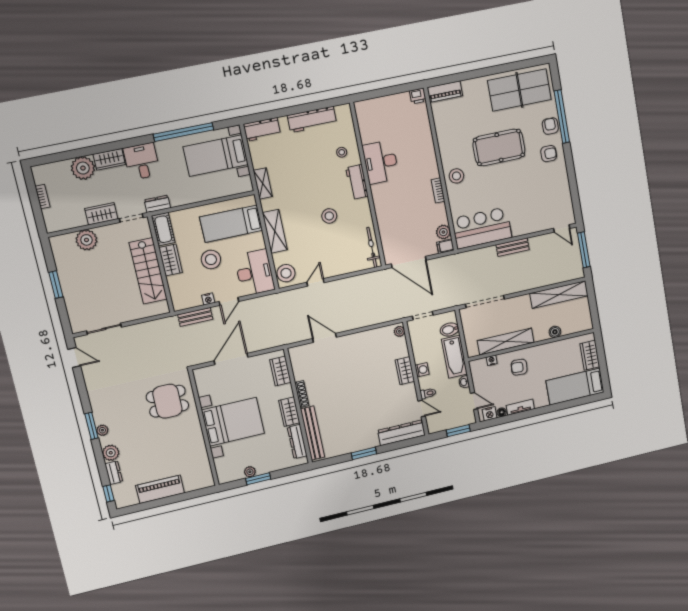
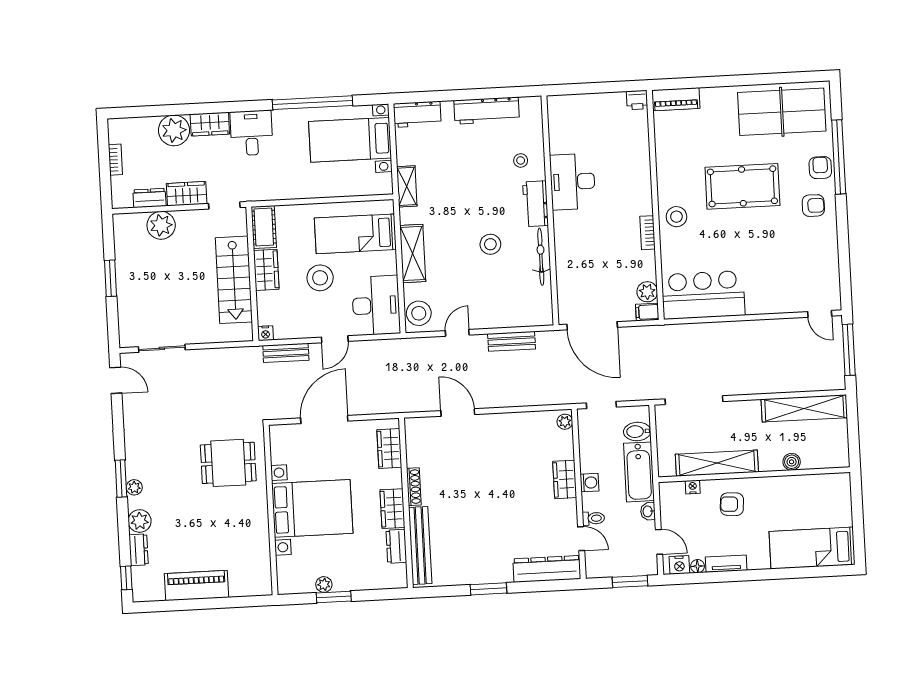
dresser: (157, 204) -> (149, 198), moved
bicycle: (372, 247) -> (541, 257), moved
bench: (513, 247) -> (512, 341), moved
nightstand: (208, 299) -> (265, 333), moved
wardrobe: (590, 355) -> (840, 505), removed
dresser: (297, 442) -> (396, 546), width x0.70

